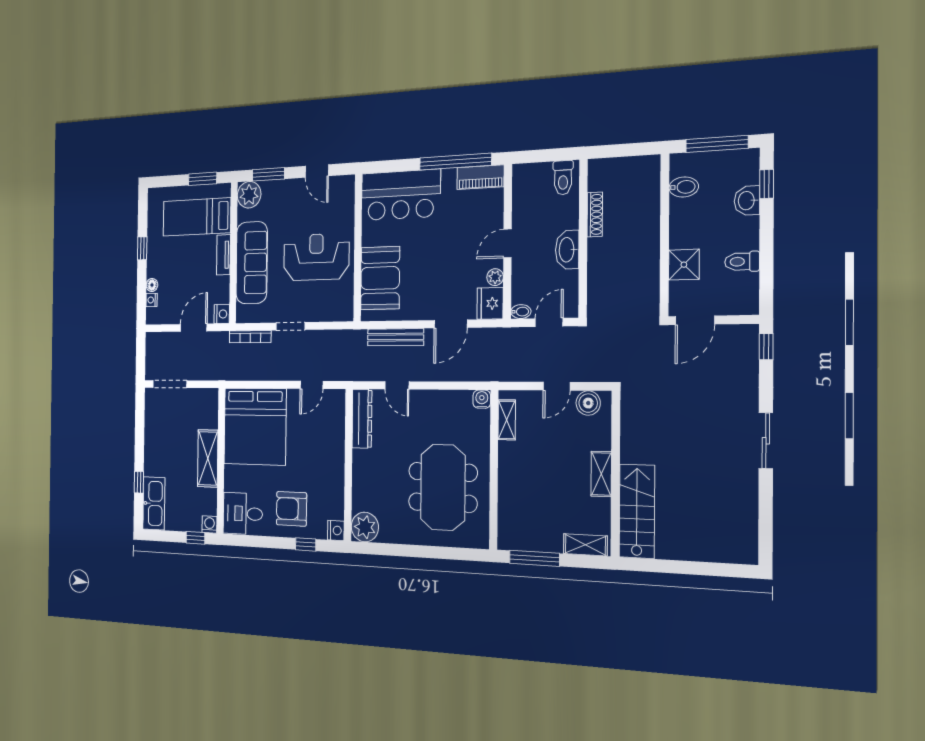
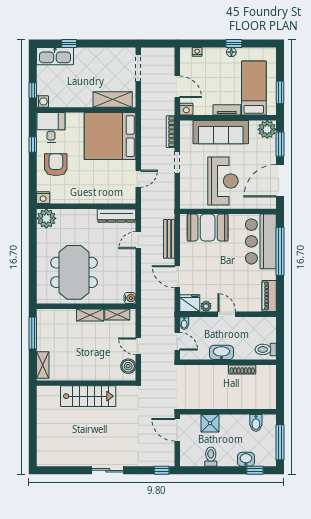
window: (455, 162) -> (280, 251), moved
door: (317, 171) -> (280, 181), width x1.87
floor lamp: (152, 285) -> (231, 52), moved
door: (312, 385) -> (138, 179), swing flipped
shelving: (208, 458) -> (113, 99), moved
shelving: (601, 474) -> (90, 315), moved
meeting table: (443, 487) -> (74, 272), turned 90
stairs: (637, 511) -> (88, 396), moved
window: (306, 544) -> (33, 145), moved

